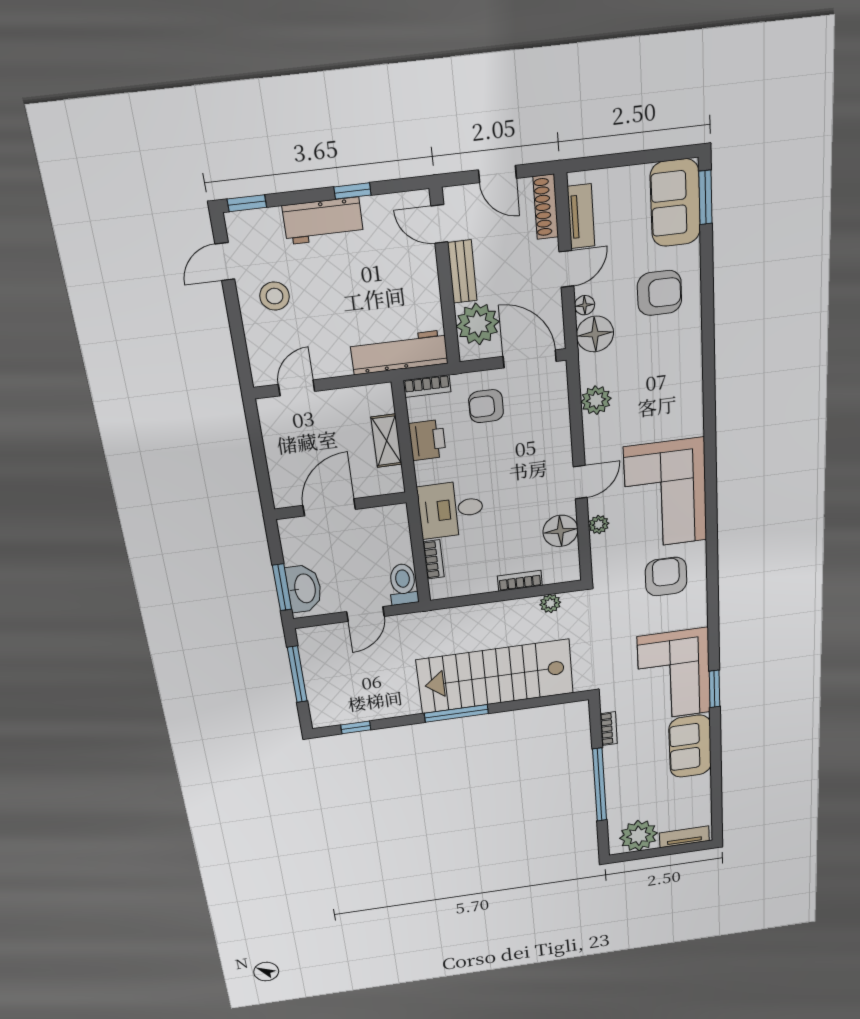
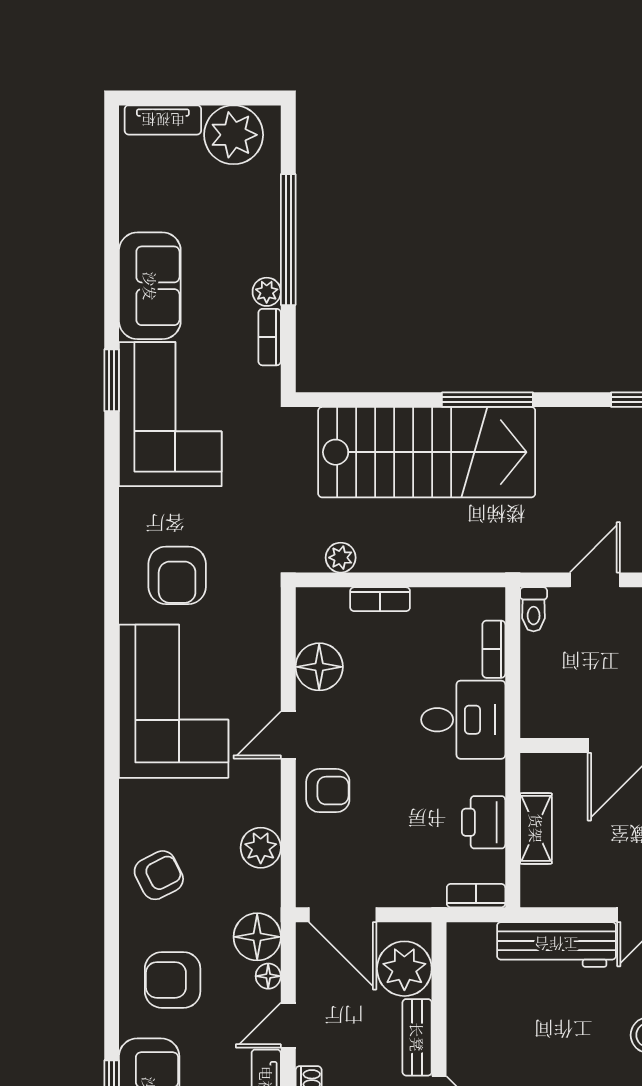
workbench: (399, 352) -> (556, 944), moved
armchair: (673, 370) -> (159, 875), added
armchair: (486, 406) -> (328, 791), moved
plant: (599, 524) -> (267, 292), moved
toilet: (403, 584) -> (534, 609), width x0.73, depth x0.72

